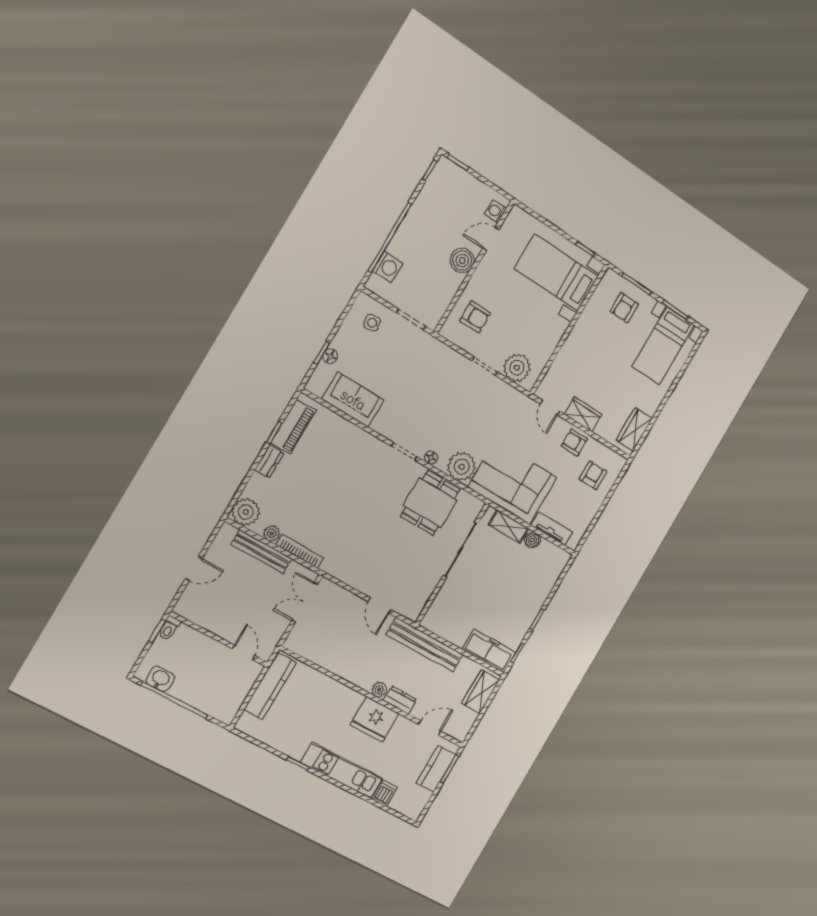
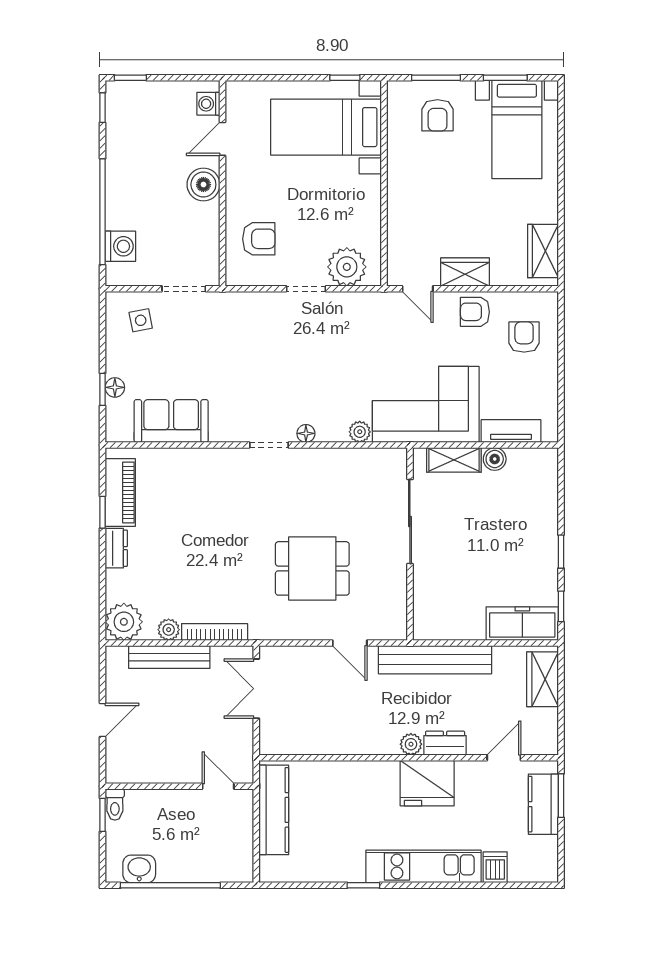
plant: (462, 467) -> (360, 432), width x0.53, depth x0.53
dining table: (430, 503) -> (312, 568), moved, turned 90

